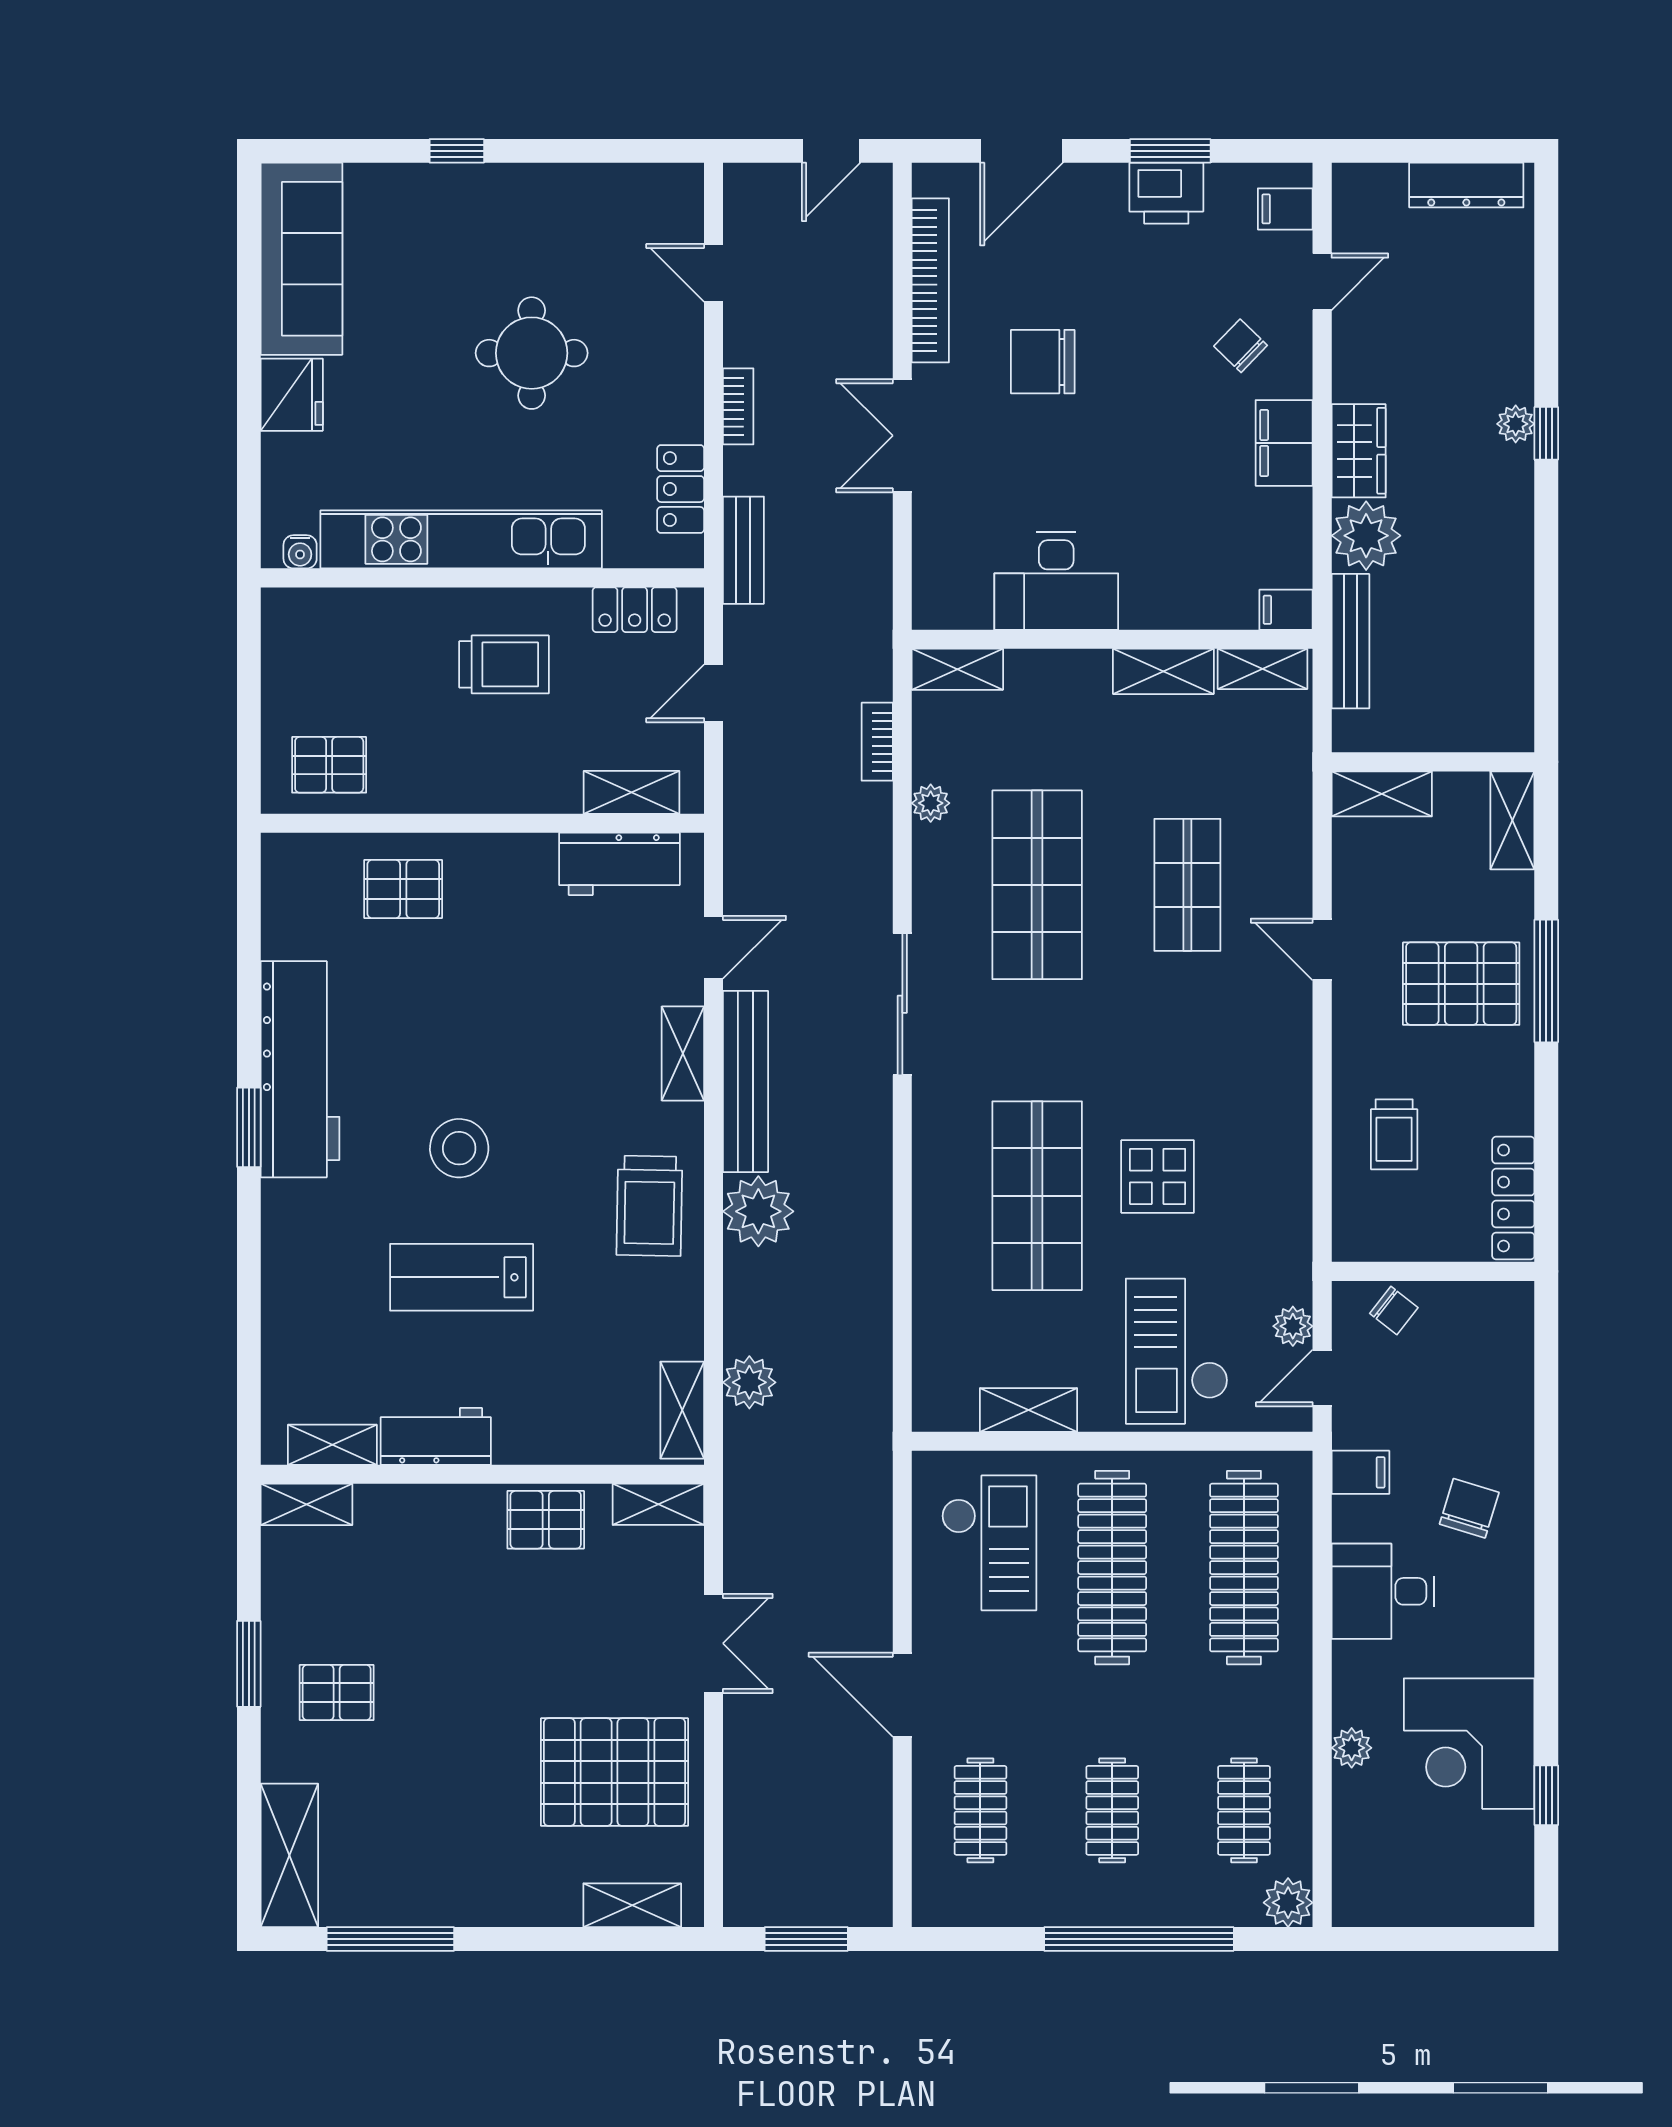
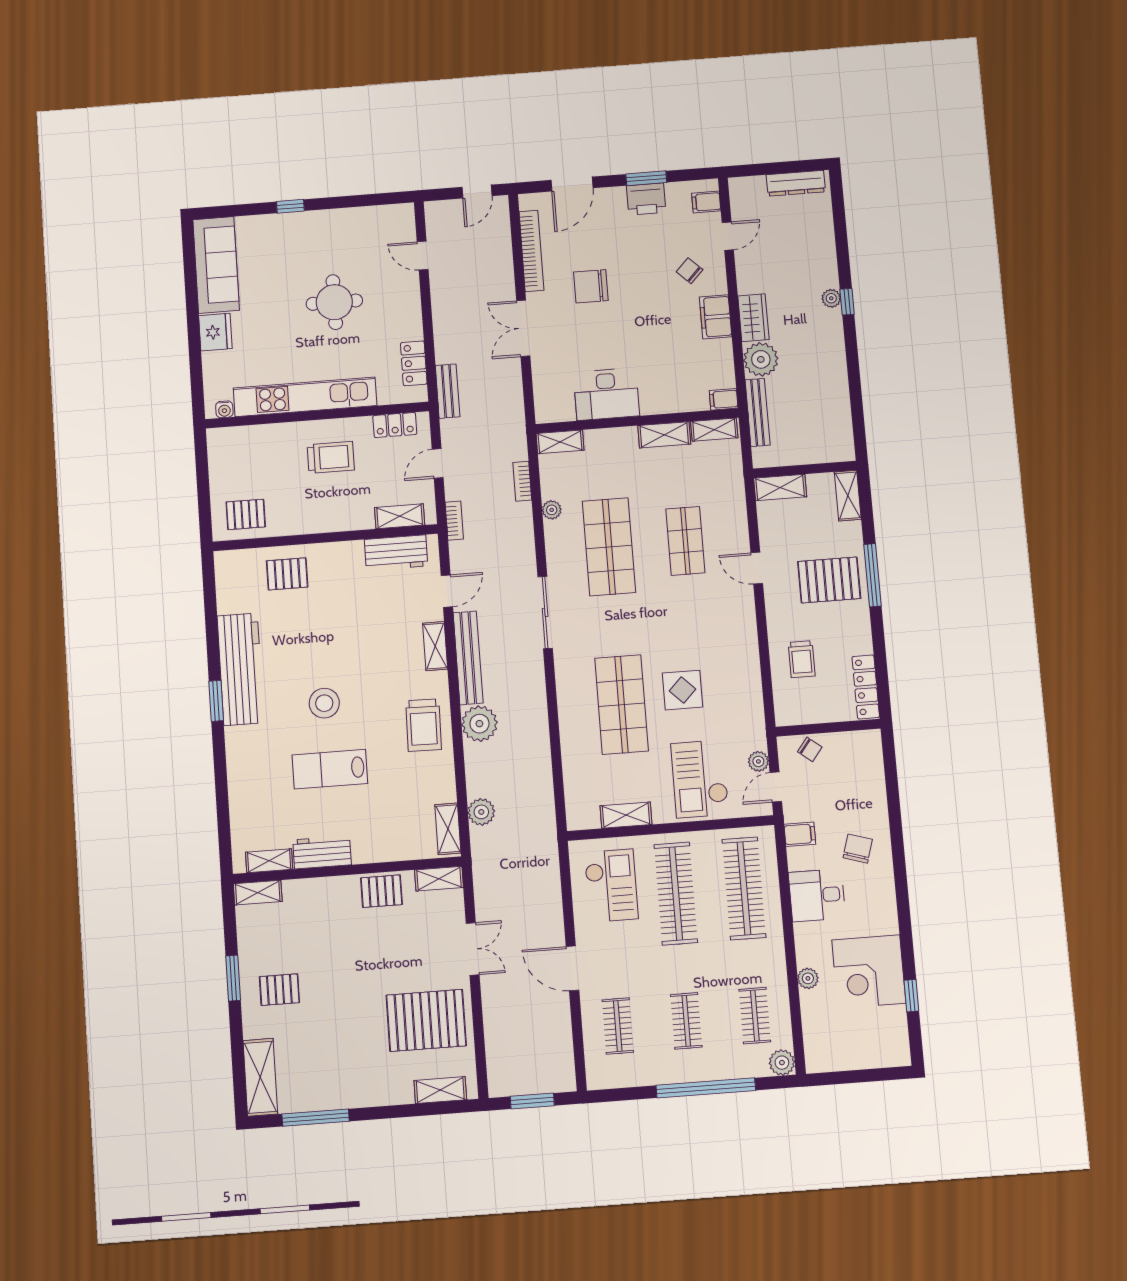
bookcase: (738, 406) -> (454, 521), moved

